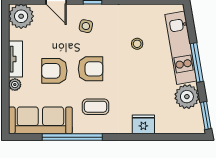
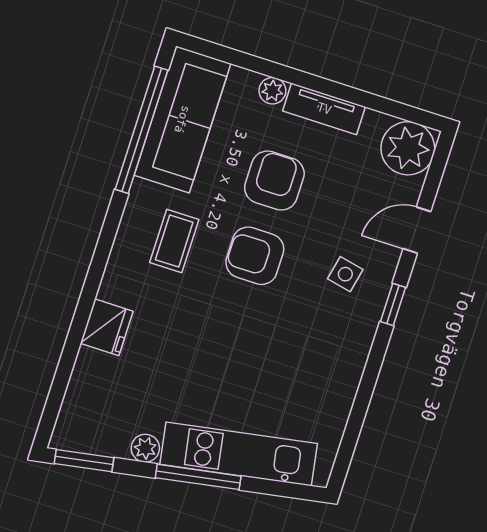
stool: (137, 44) -> (275, 367), removed
armchair: (91, 69) -> (255, 256), turned 90
plant: (187, 97) -> (145, 448), width x0.53, depth x0.53
window: (72, 137) -> (142, 130), moved

